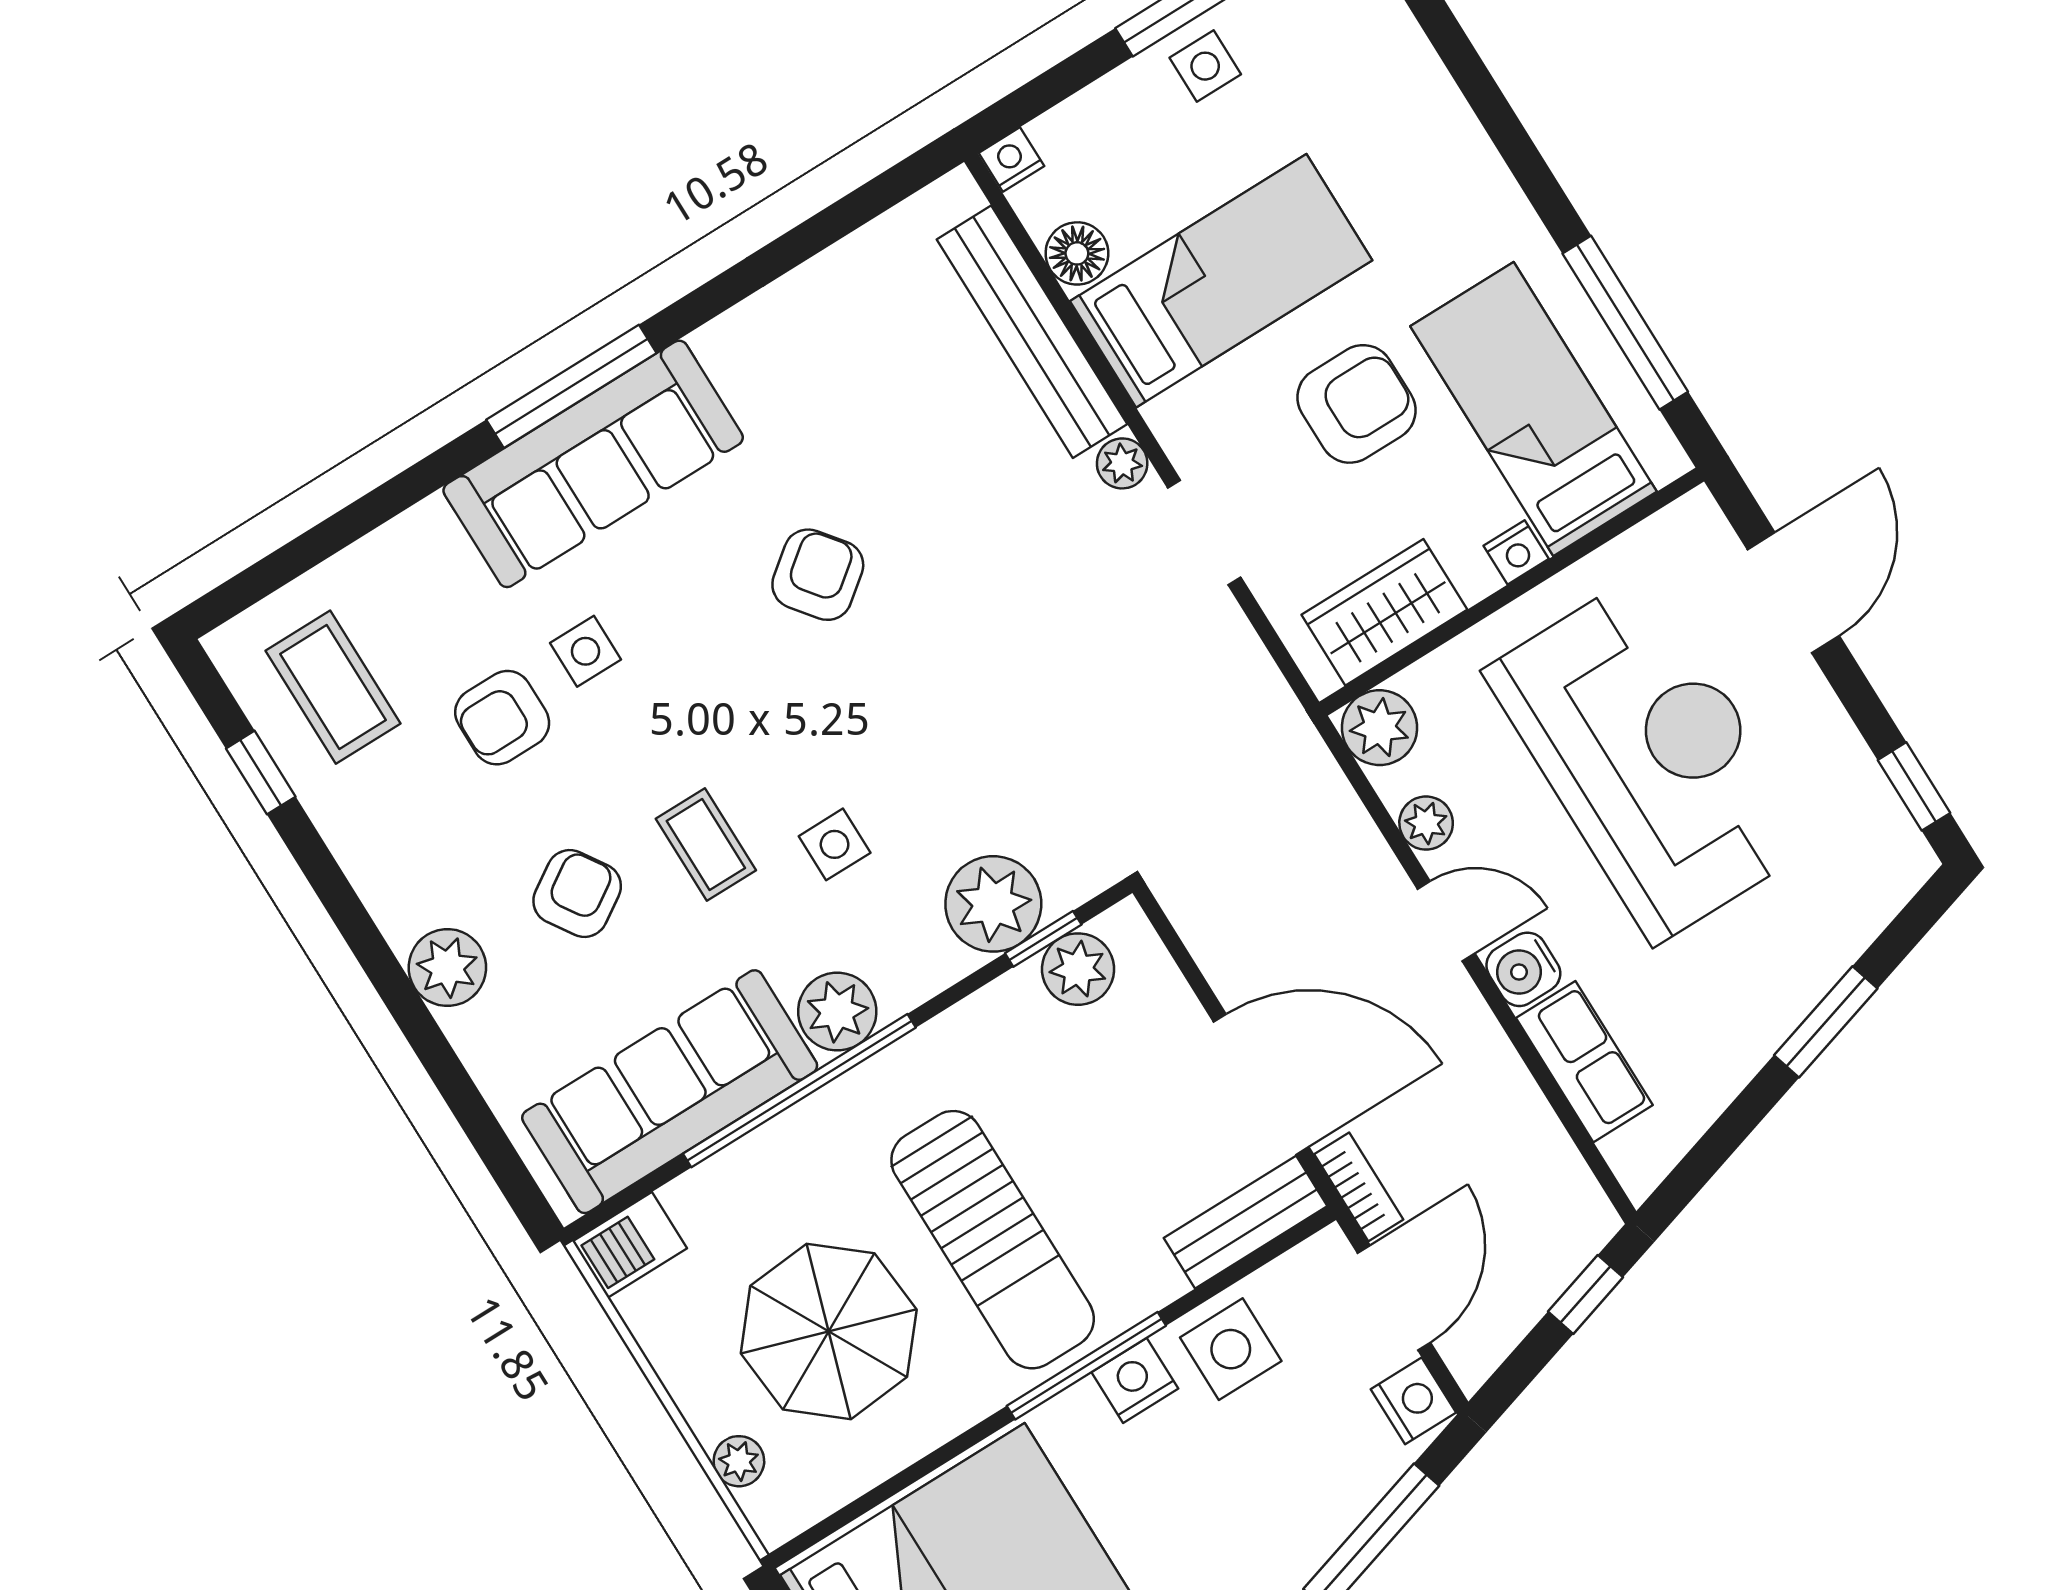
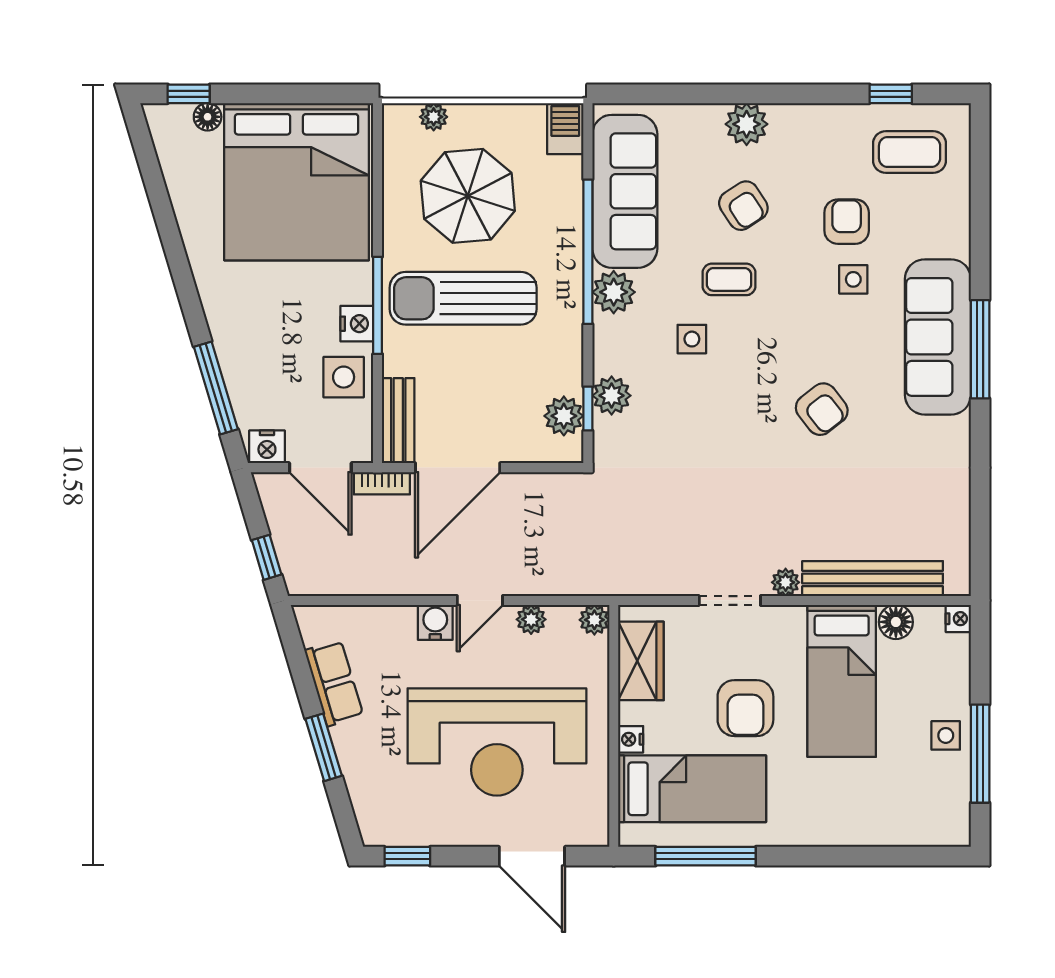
plant: (1380, 728) -> (594, 620), width x0.73, depth x0.73
plant: (993, 904) -> (612, 396), width x0.73, depth x0.73
row of seats: (1584, 1062) -> (334, 683), moved, turned -107

